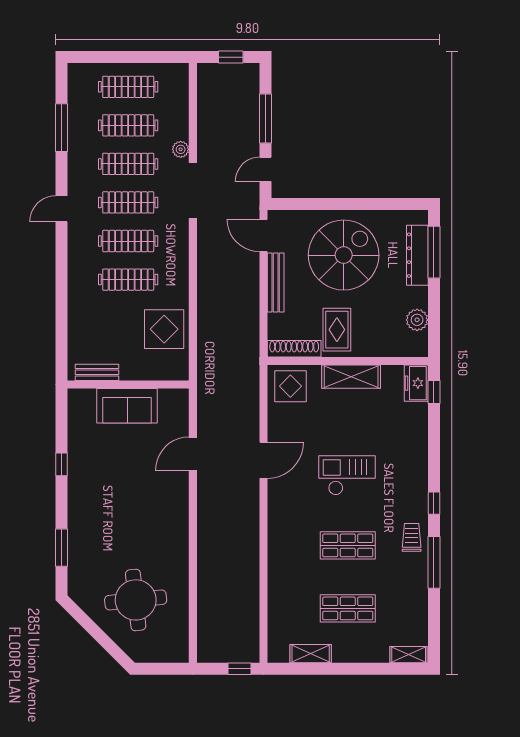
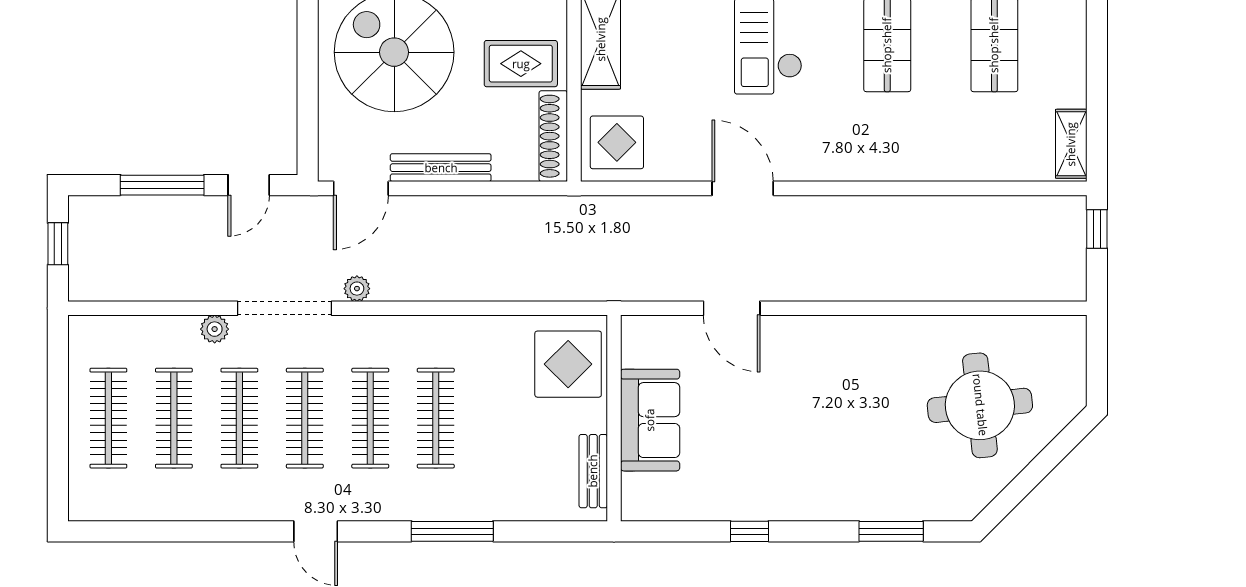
window: (61, 128) -> (452, 531), moved
door: (265, 169) -> (249, 185), hinge flipped
plant: (204, 233) -> (357, 289), added
display table: (164, 329) -> (568, 364), moved
shelving: (311, 654) -> (1071, 144), moved

